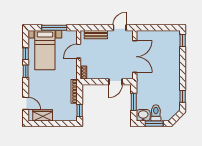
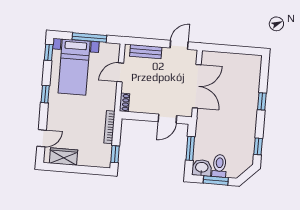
window: (183, 41) -> (262, 101), moved
window: (26, 54) -> (49, 52), moved
door: (26, 103) -> (42, 138), hinge flipped

